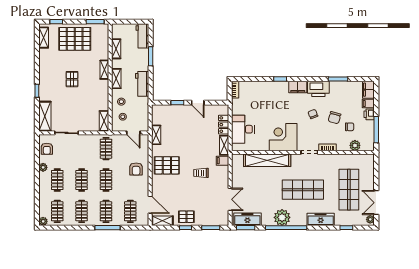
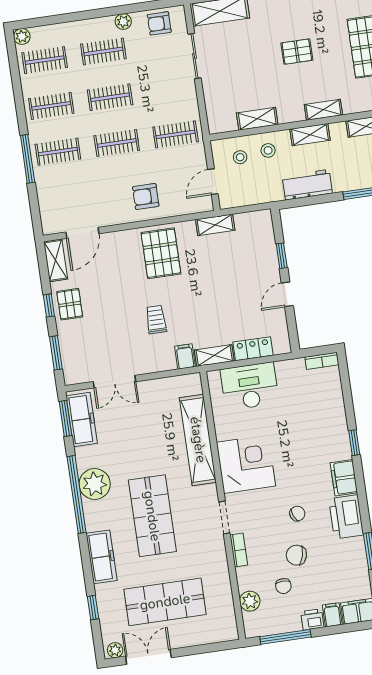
shelving: (104, 121) -> (257, 119), moved
clothes rail: (130, 211) -> (65, 197), removed

